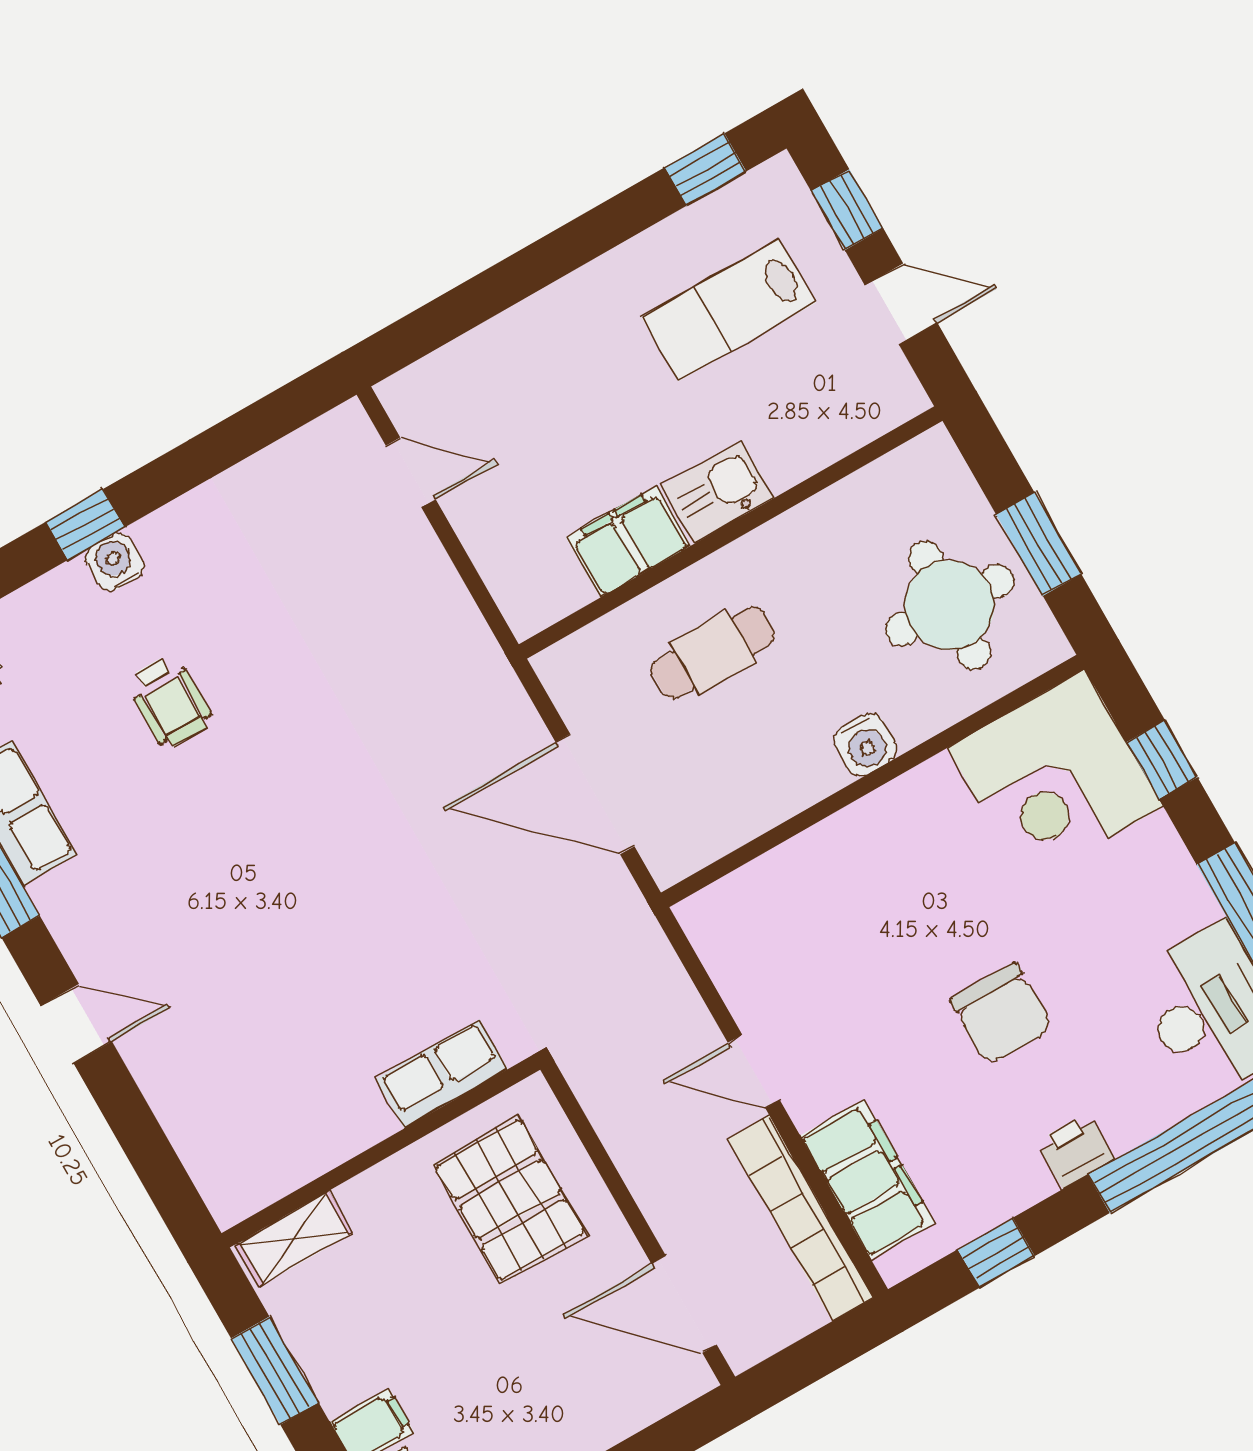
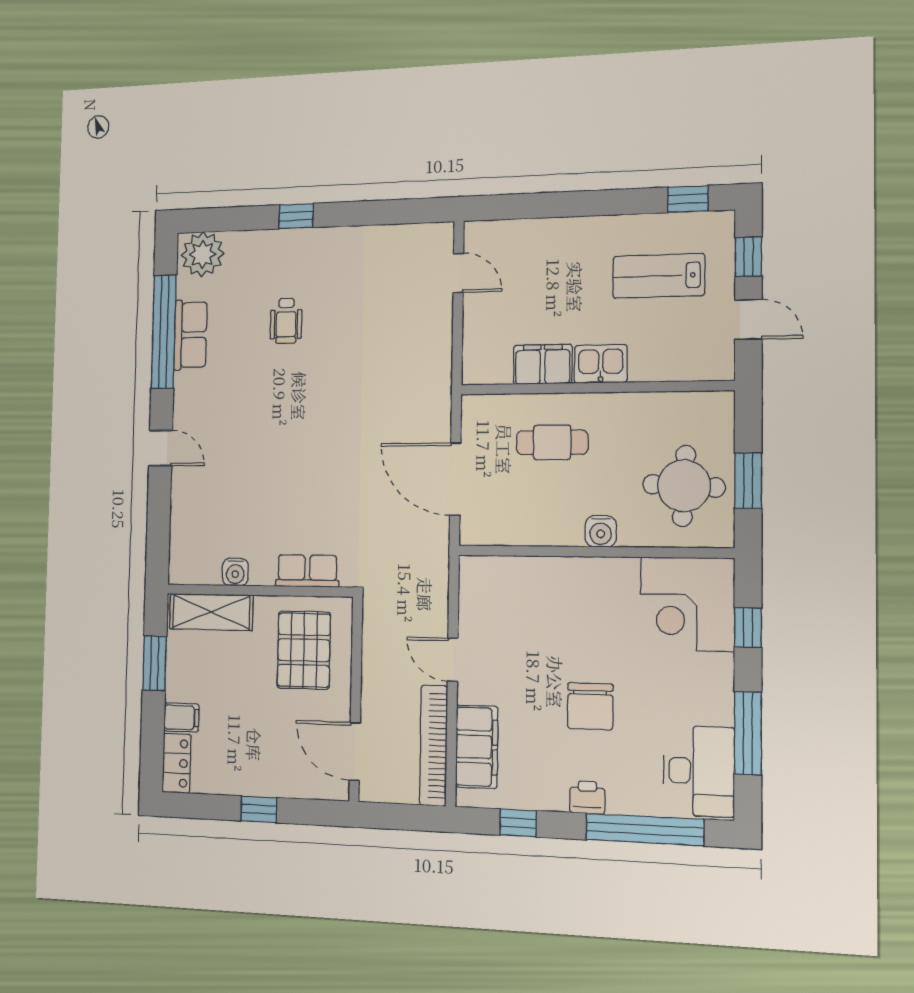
water cooler: (115, 562) -> (235, 572), moved, turned 180
shelving: (294, 1239) -> (211, 612), width x1.50, depth x1.33

